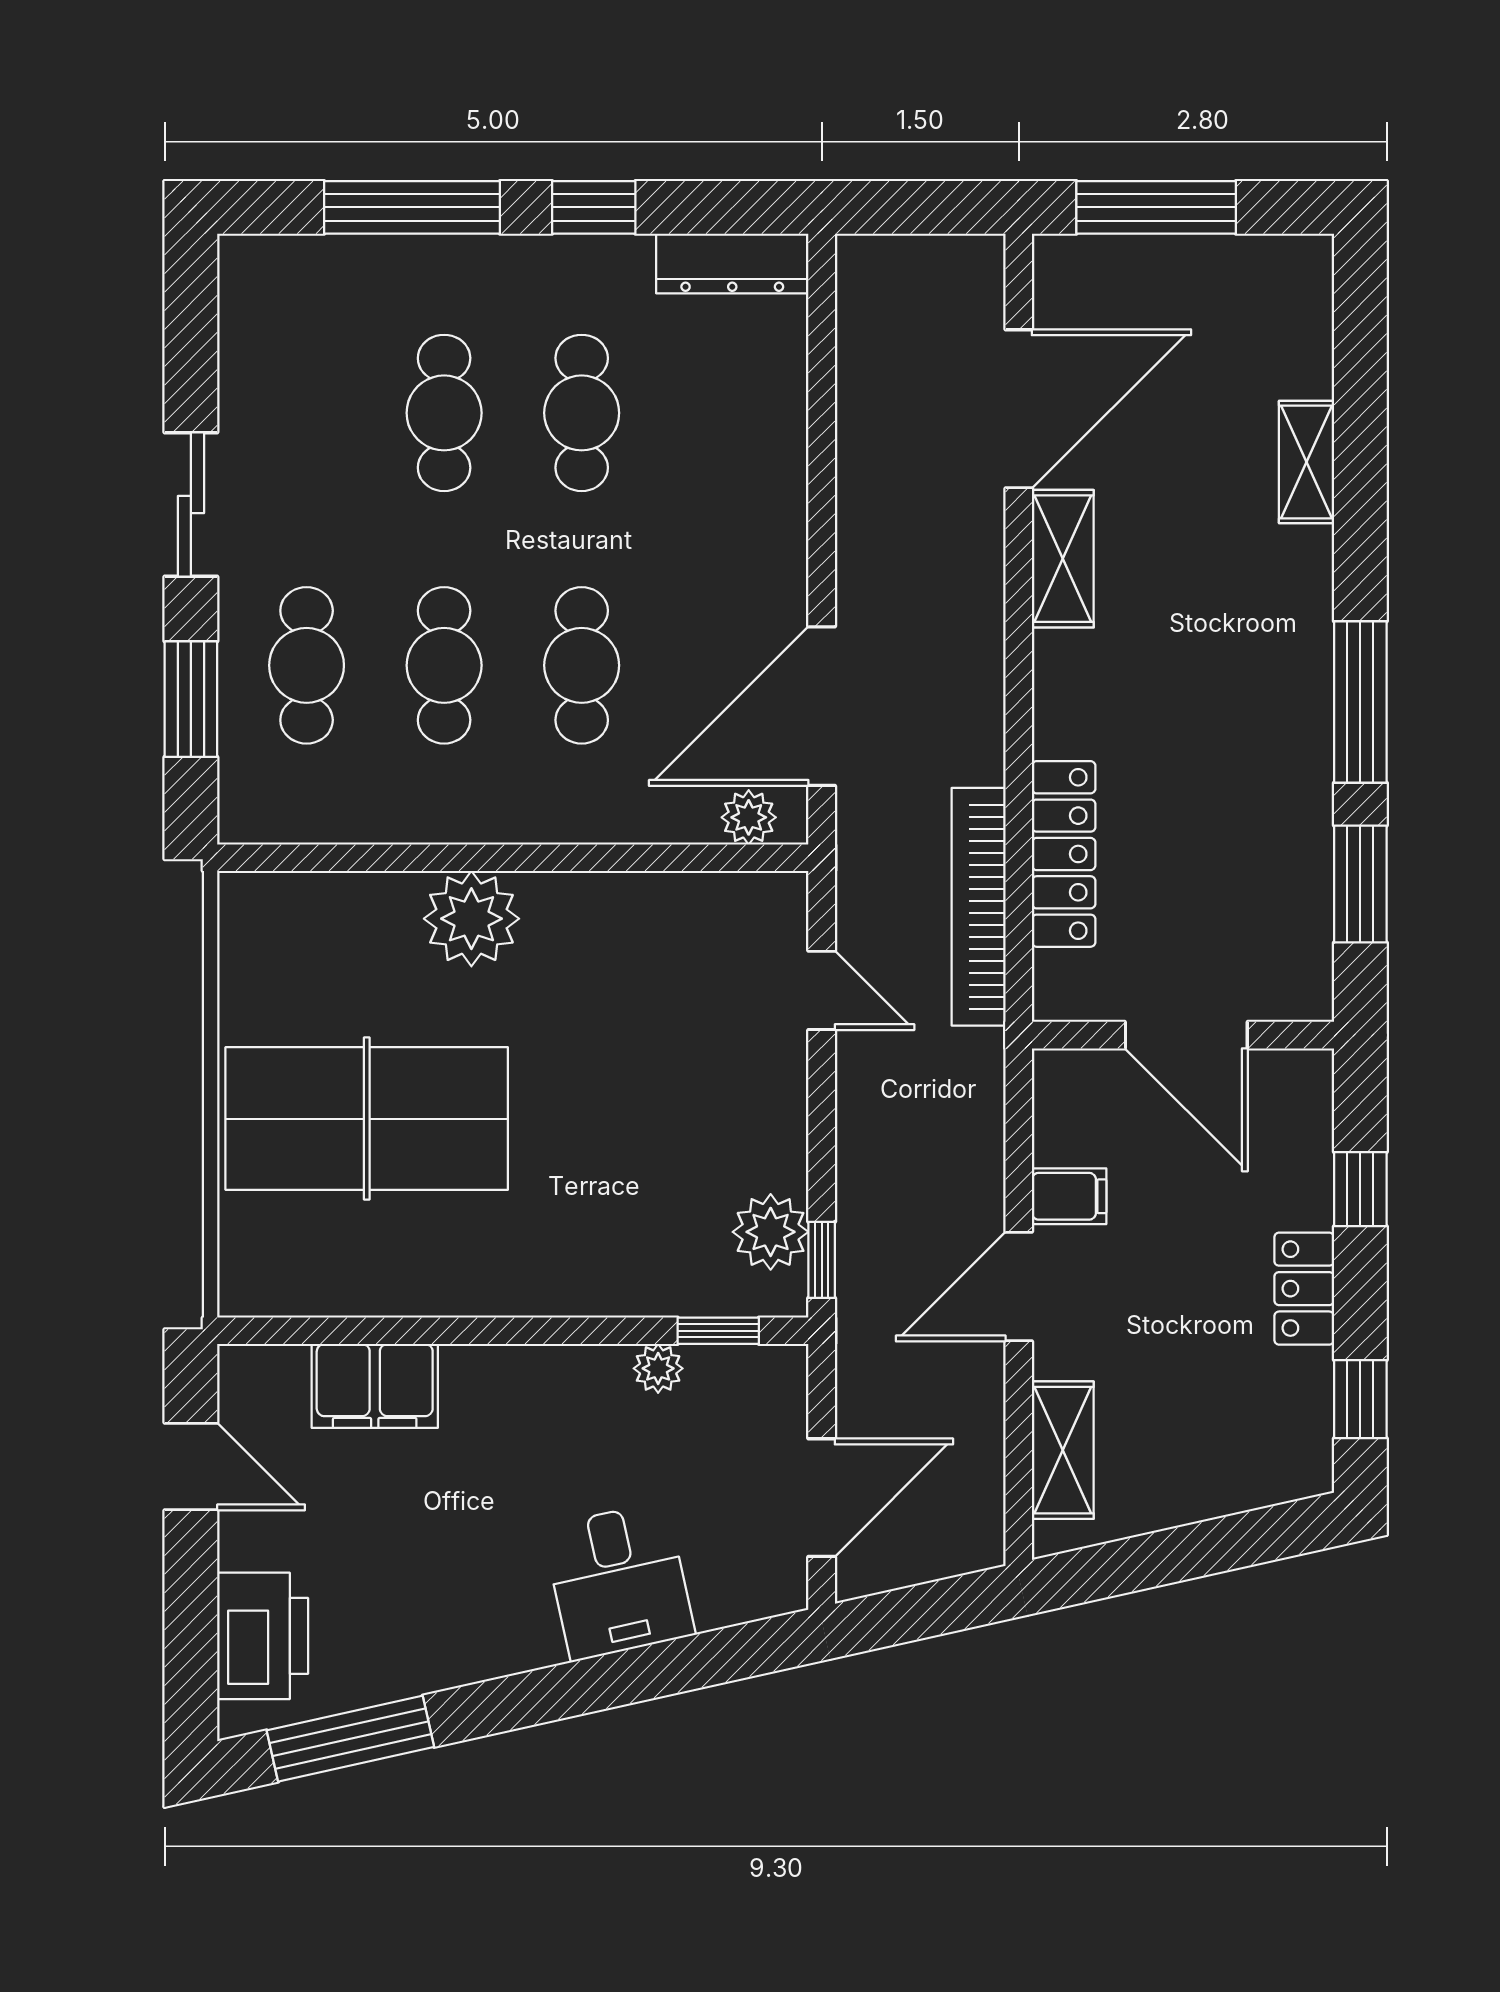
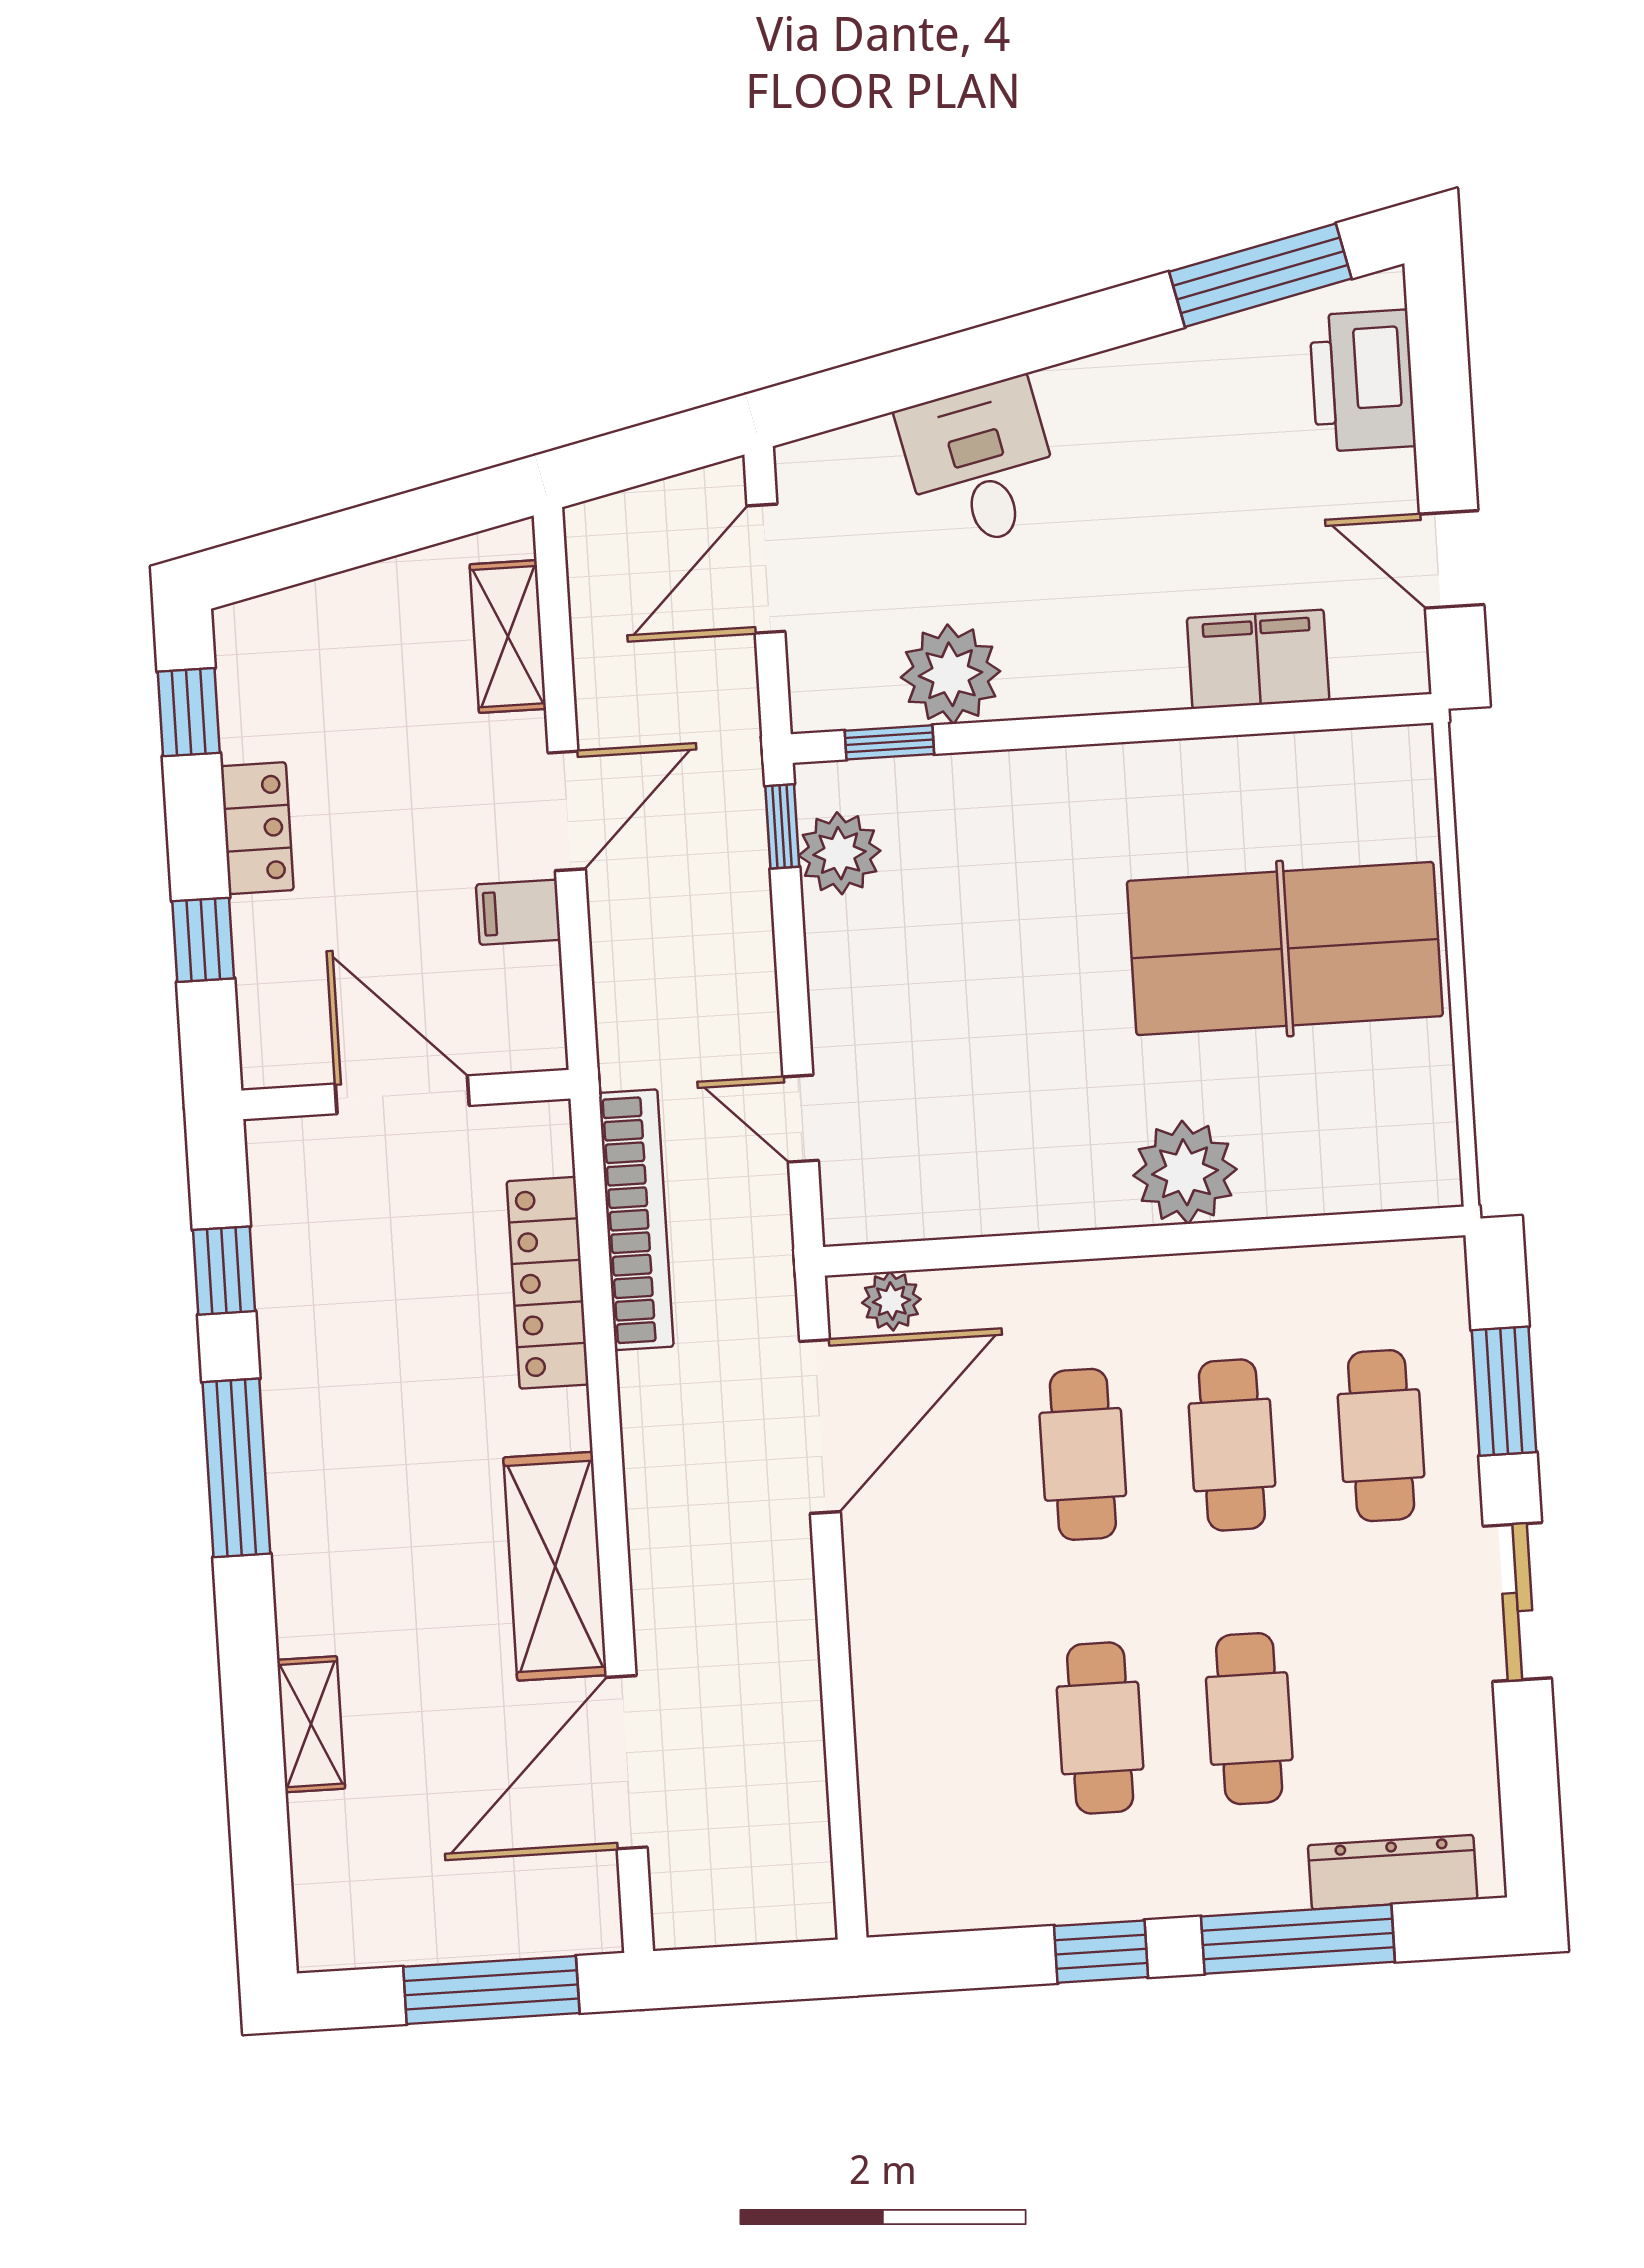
dresser: (732, 264) -> (1393, 1872), moved
shelving: (1063, 559) -> (555, 1566), width x1.50, depth x1.33
window: (1360, 884) -> (224, 1271), width x0.67
plant: (658, 1368) -> (951, 674), width x1.88, depth x1.88

